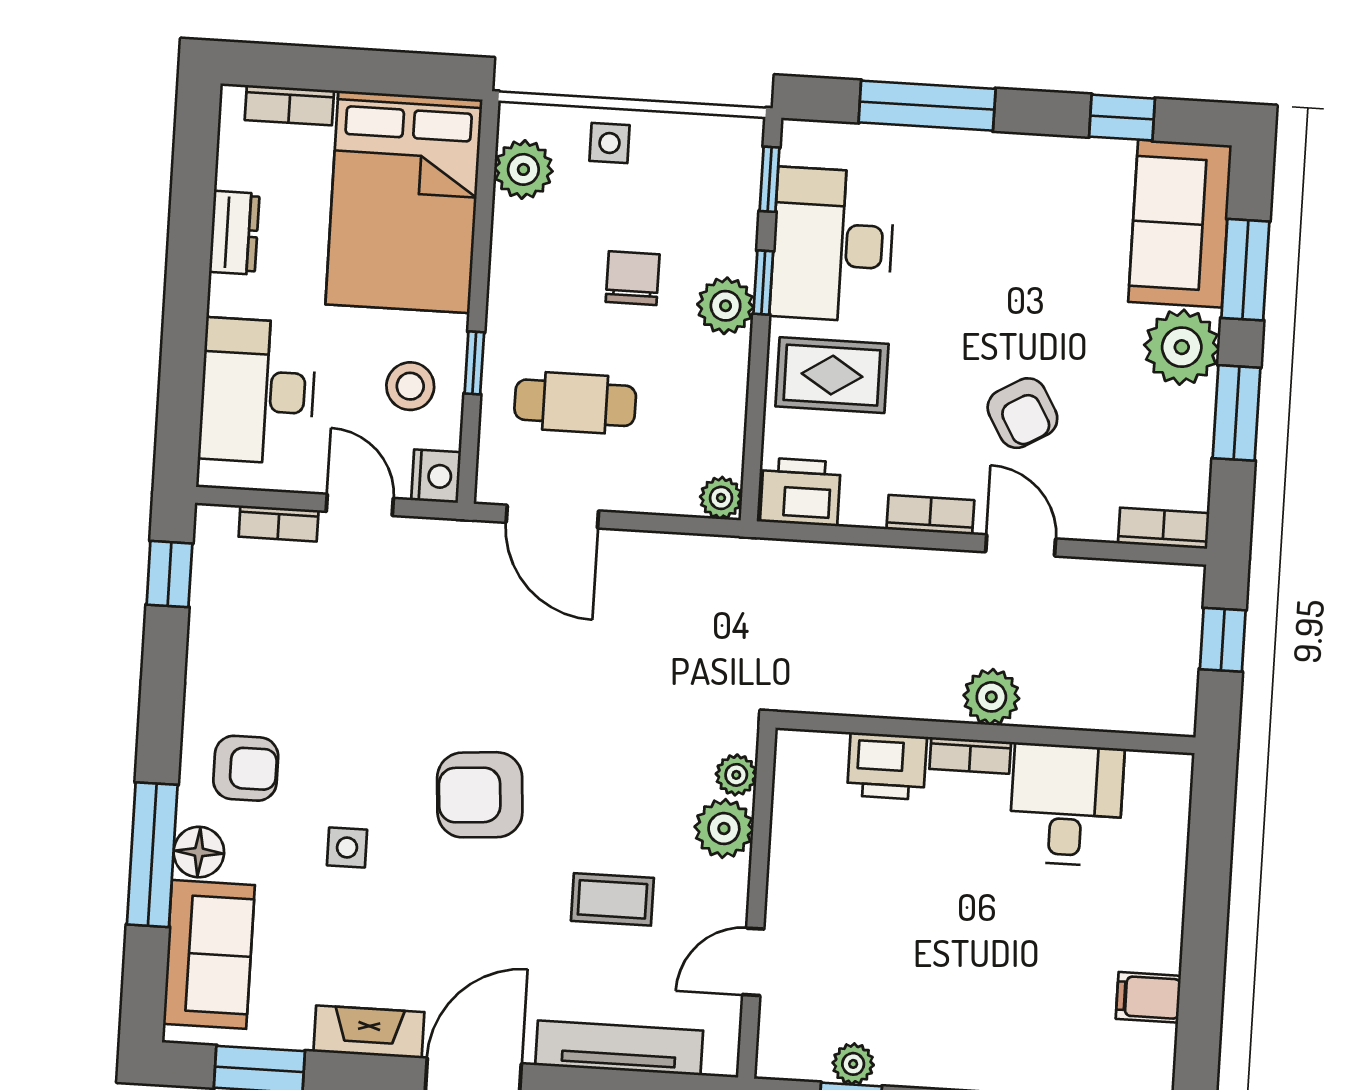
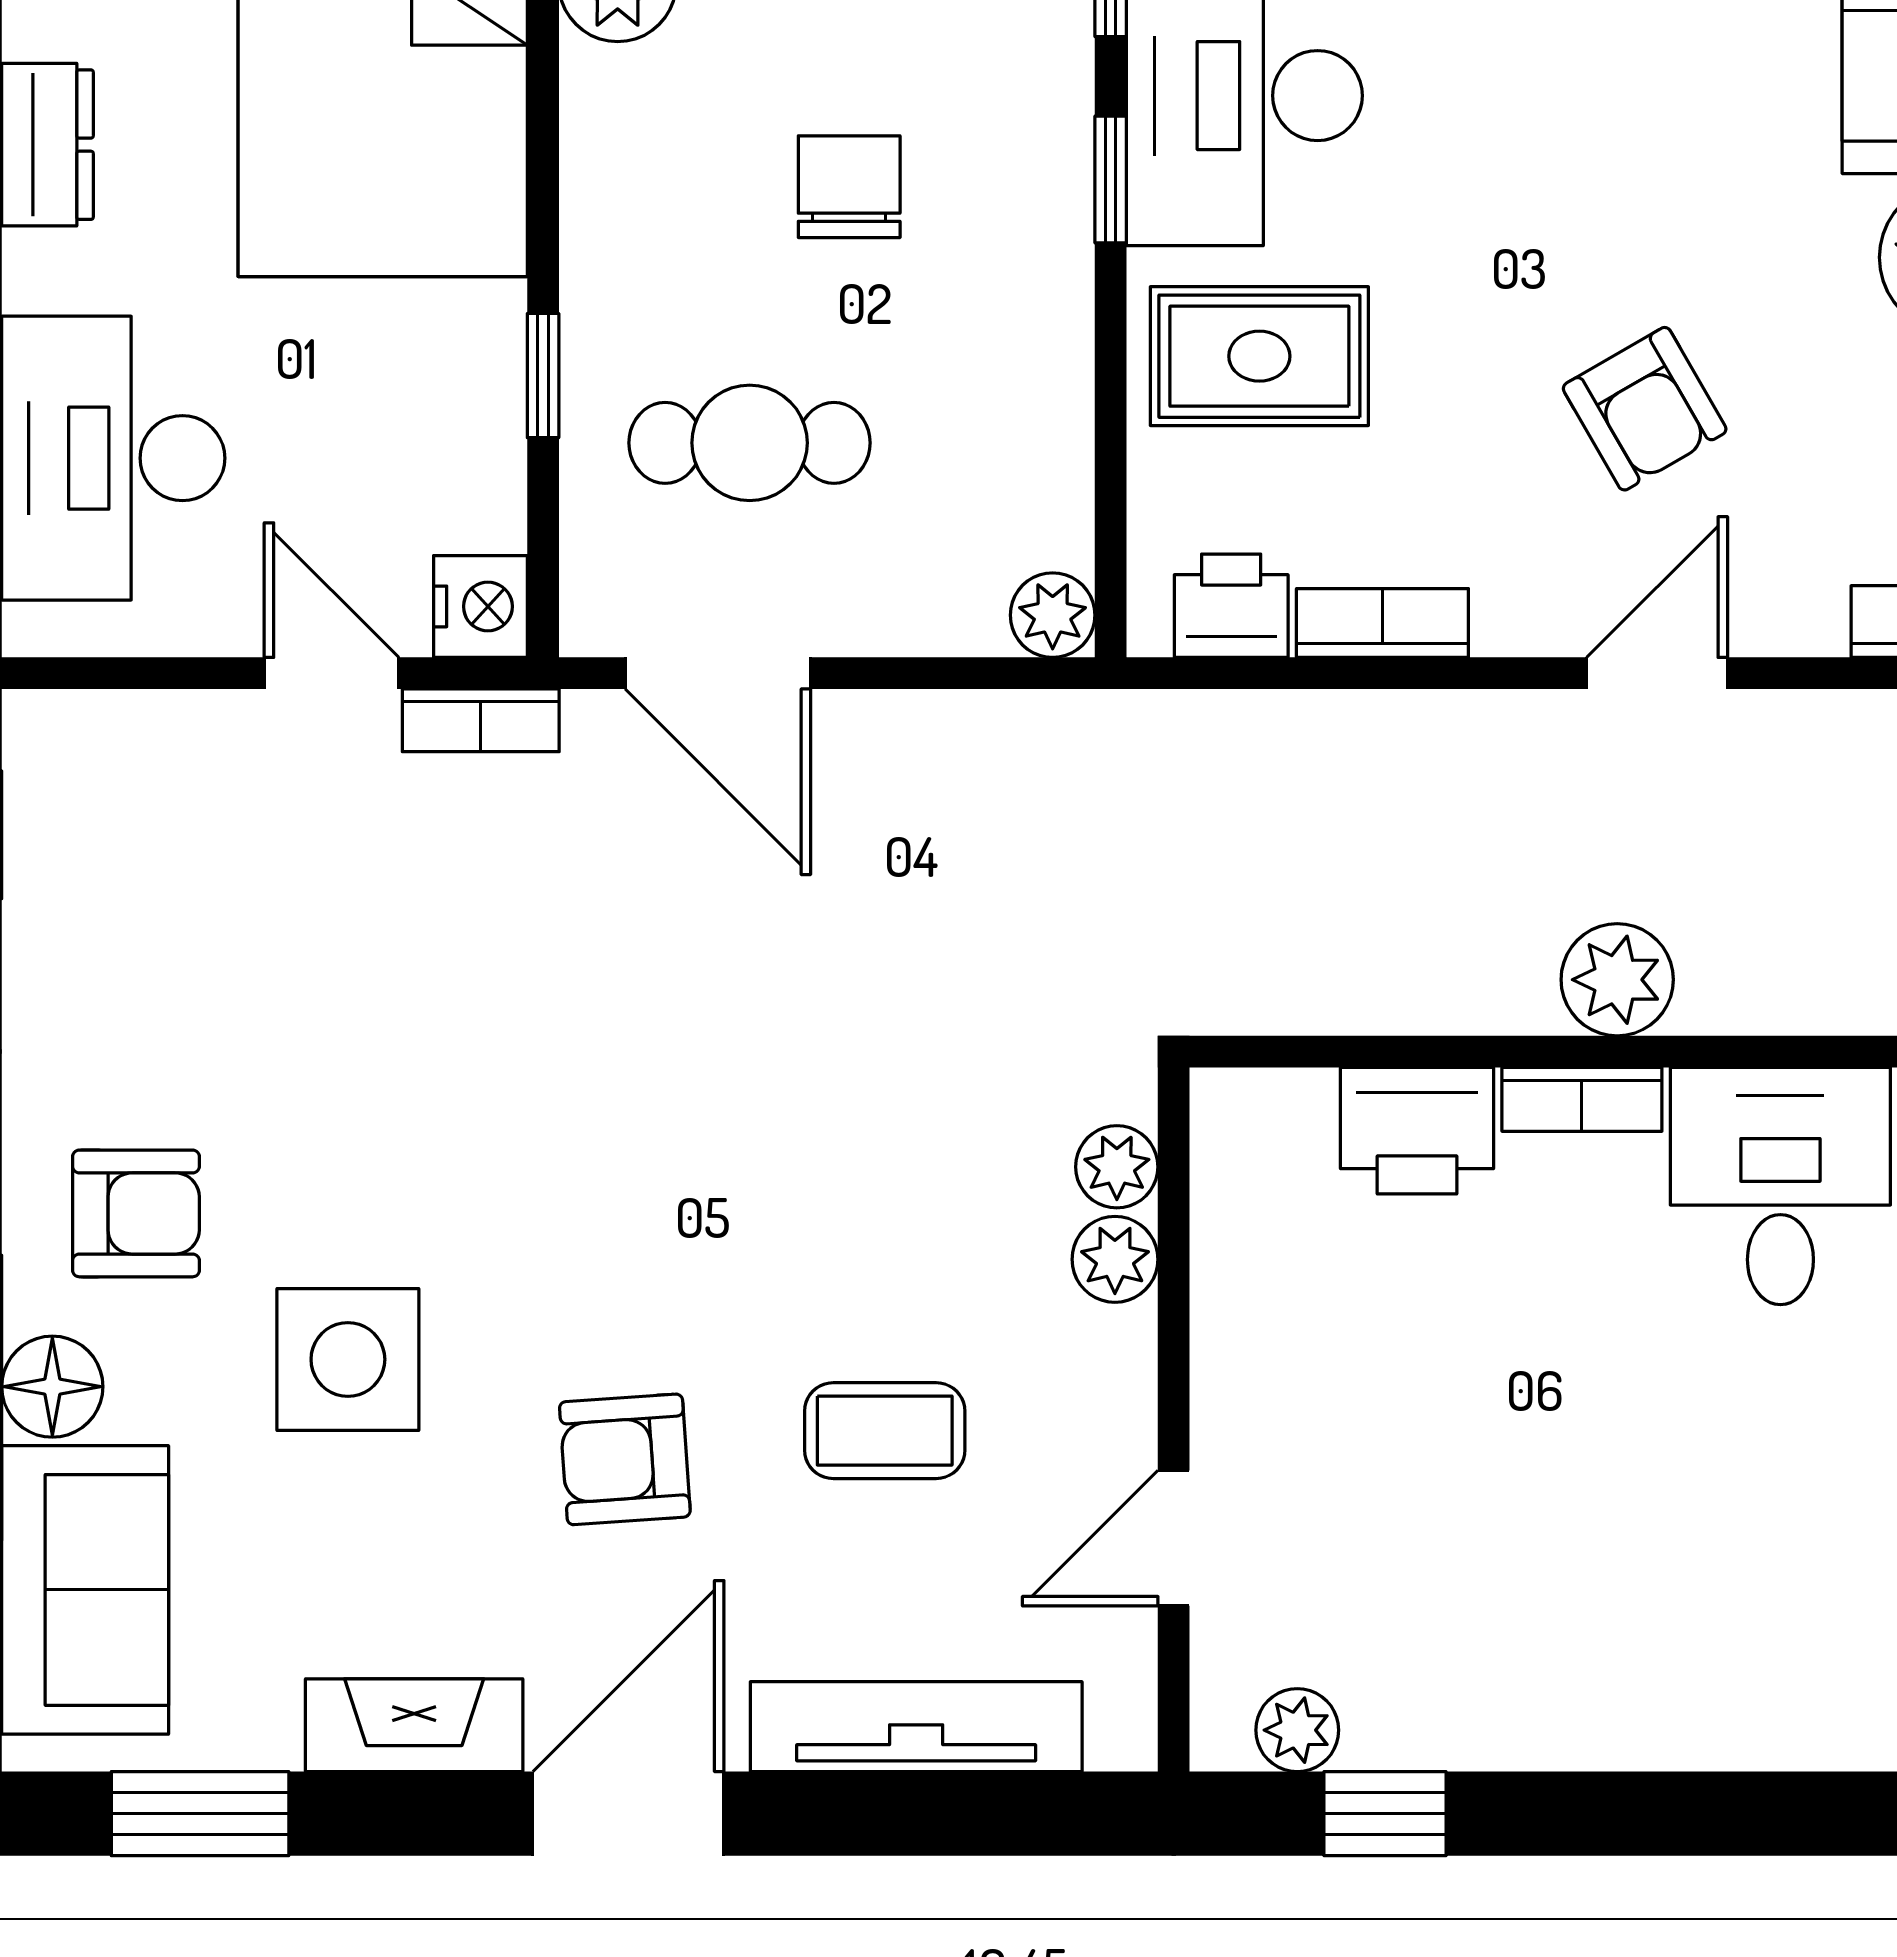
plant: (726, 306) -> (1038, 231), removed
stool: (410, 386) -> (418, 430), removed
printer: (800, 492) -> (1231, 606), width x0.73, depth x0.81
bookcase: (930, 515) -> (1382, 623), moved
bookcase: (279, 523) -> (481, 720), moved
door: (1021, 545) -> (1657, 673), hinge flipped
armchair: (480, 795) -> (625, 1459), moved, width x0.72, depth x0.72
plant: (724, 829) -> (1115, 1259), width x0.73, depth x0.73
side table: (347, 848) -> (348, 1359), width x1.87, depth x1.87
plant: (853, 1064) -> (1297, 1730), moved

